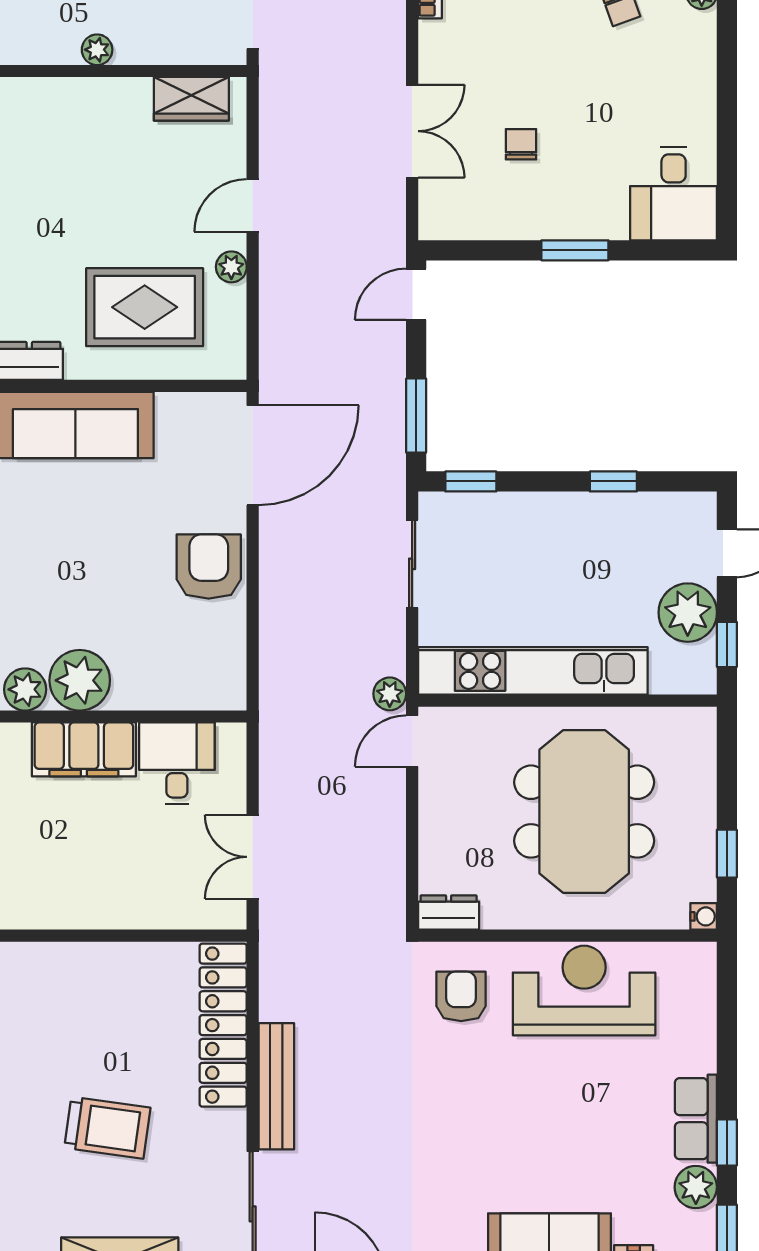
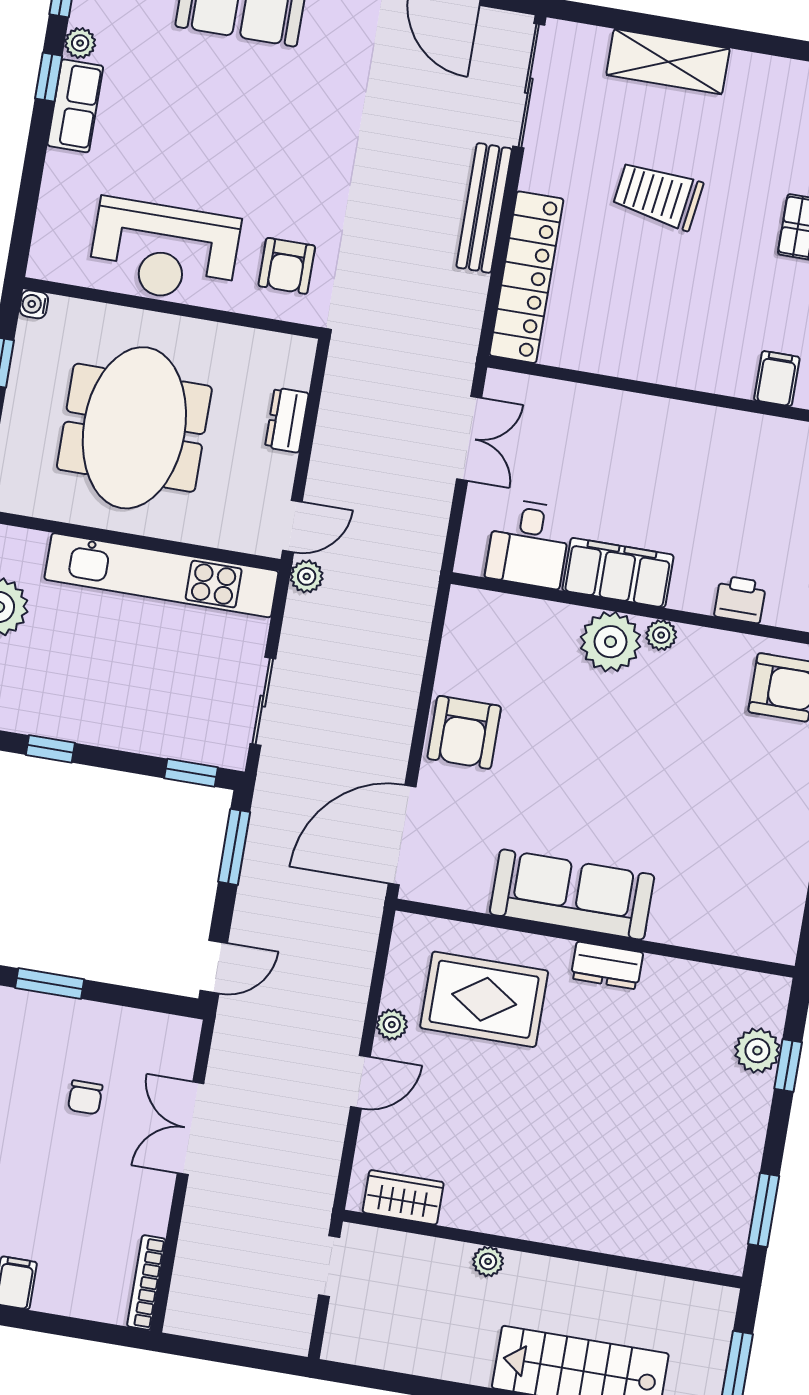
plant: (25, 689) -> (661, 635), width x0.73, depth x0.73
dresser: (449, 913) -> (287, 420), moved, turned 90
plant: (696, 1187) -> (80, 43), width x0.73, depth x0.73

